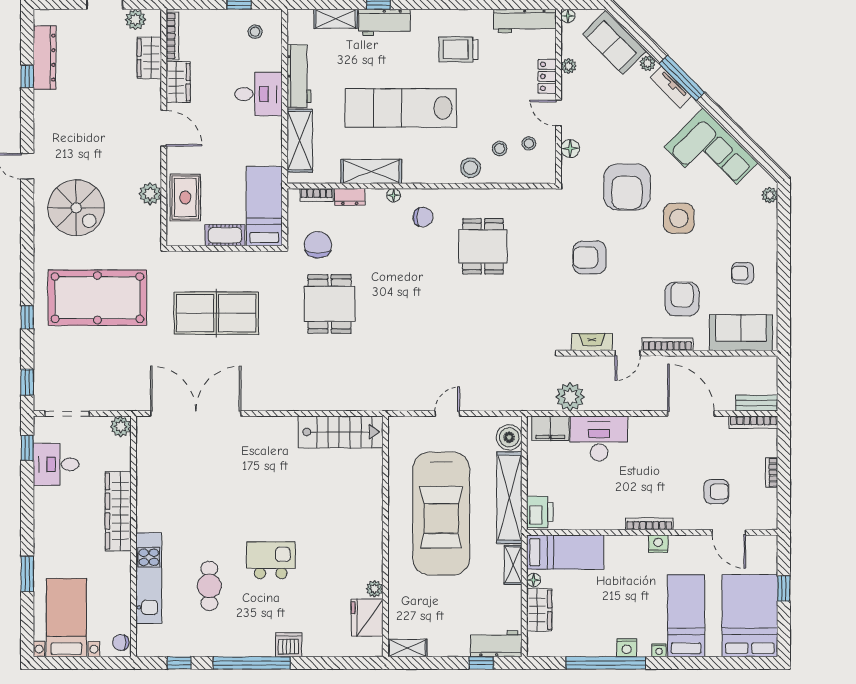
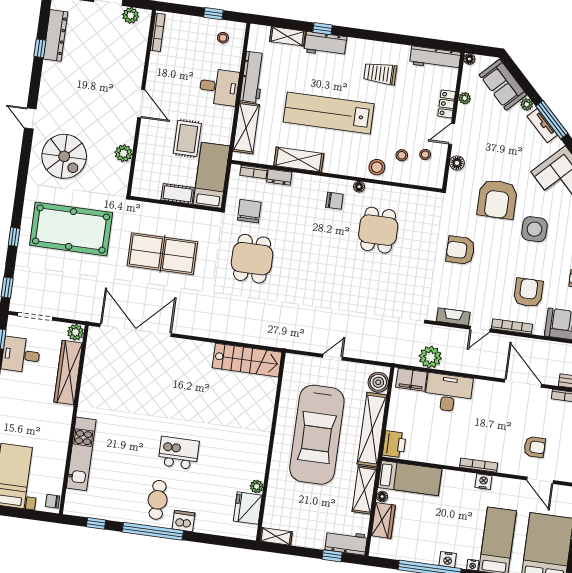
wardrobe: (149, 58) -> (137, 47), removed
wardrobe: (178, 82) -> (157, 69), removed
door: (559, 113) -> (452, 134), hinge flipped
floor lamp: (394, 195) -> (359, 187), moved
rug: (185, 197) -> (187, 138), moved
wardrobe: (118, 511) -> (68, 373), moved
shelving: (513, 565) -> (364, 490), width x1.50, depth x1.33
cafe table: (209, 586) -> (158, 500), moved

